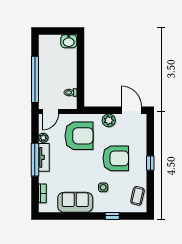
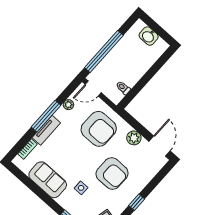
washbasin: (69, 41) -> (149, 36), moved
tv unit: (44, 157) -> (46, 130), moved

